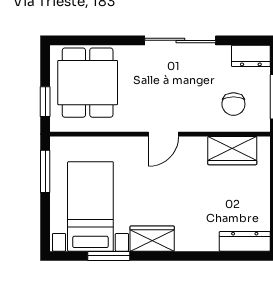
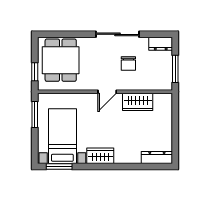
chair: (233, 104) -> (128, 63), moved
wardrobe: (232, 151) -> (138, 102), moved
window: (109, 256) -> (59, 166), moved

